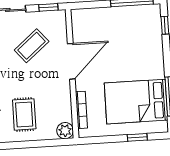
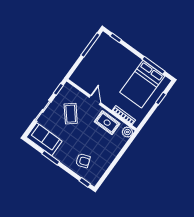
door: (71, 61) -> (95, 100), width x0.53
rug: (24, 114) -> (107, 123), moved

